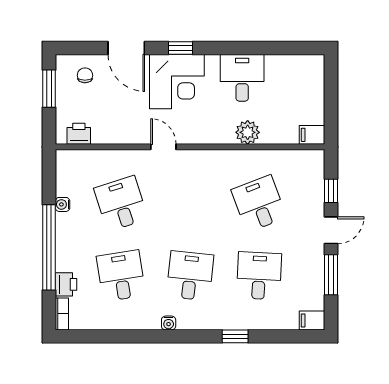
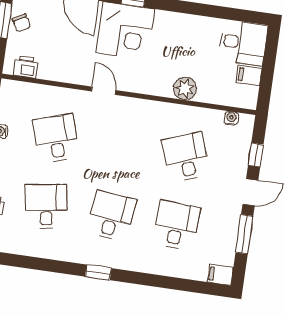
chair: (85, 75) -> (21, 23), moved, turned 150
desk: (242, 78) -> (243, 43), moved, turned 90
filing cabinet: (312, 135) -> (249, 75), moved
water cooler: (169, 323) -> (231, 118), moved, turned 180
window: (235, 336) -> (98, 272), moved

